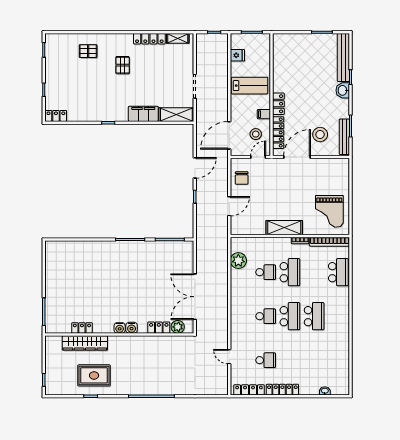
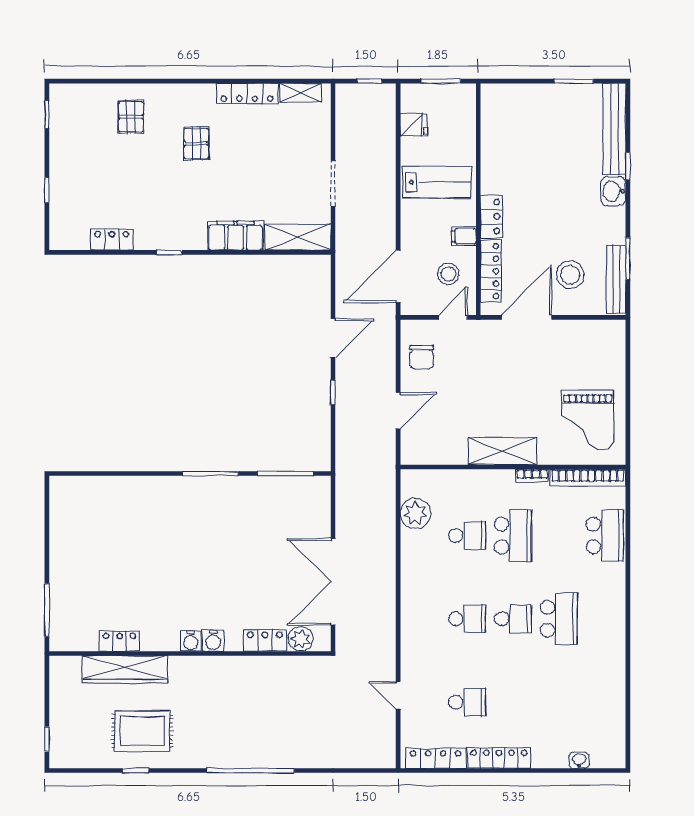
pallet: (88, 51) -> (131, 117), turned 90
locker: (56, 116) -> (112, 240), moved
school desk: (290, 316) -> (513, 619), width x0.54

